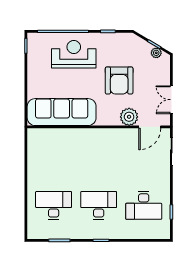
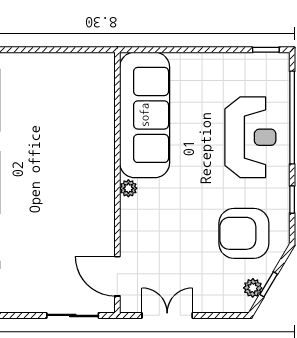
armchair: (119, 80) -> (244, 233), moved
plant: (129, 117) -> (128, 188), moved, width x0.53, depth x0.53

